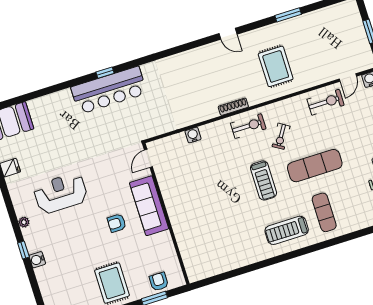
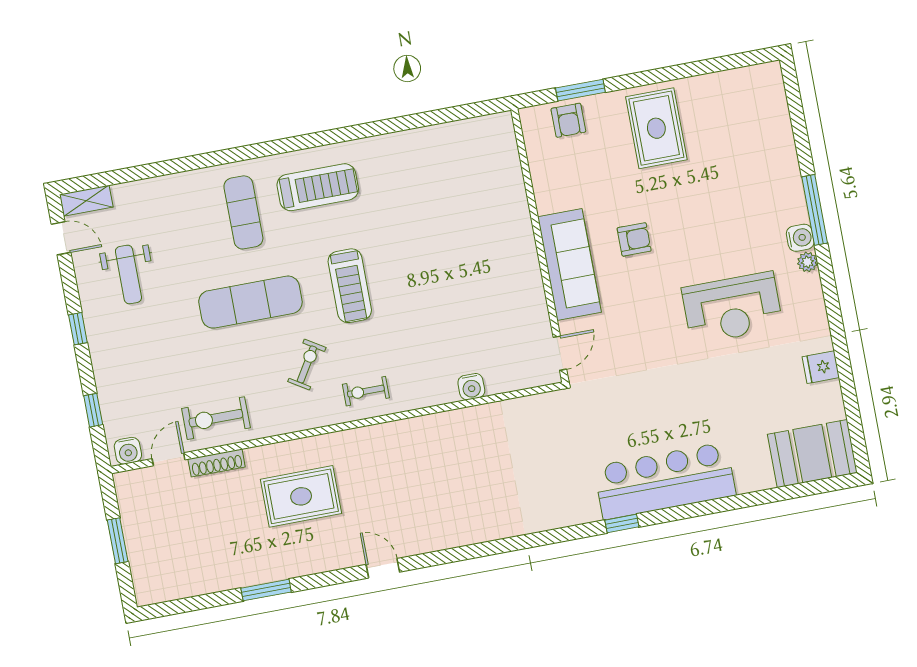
rug: (276, 66) -> (301, 496), turned 90
bar counter: (109, 90) -> (665, 481), moved
shoe rack: (233, 107) -> (217, 463), moved
exercise bike: (248, 126) -> (366, 391), width x0.73, depth x0.72
treadmill: (263, 181) -> (350, 286), turned 180
window: (23, 250) -> (815, 210), width x2.17
water cooler: (37, 260) -> (800, 238), moved

